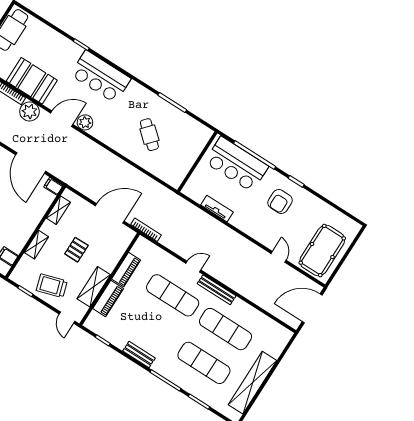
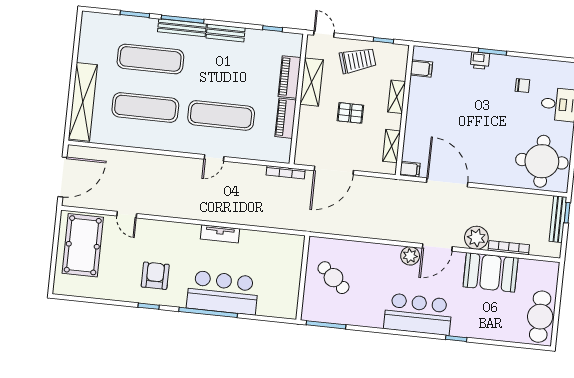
wall: (197, 162) -> (303, 278), moved
pallet: (76, 250) -> (350, 113), turned 90
bench: (217, 290) -> (182, 28), moved
shelving: (253, 383) -> (83, 102), moved

